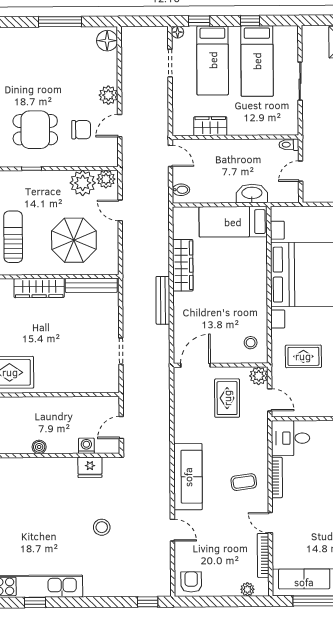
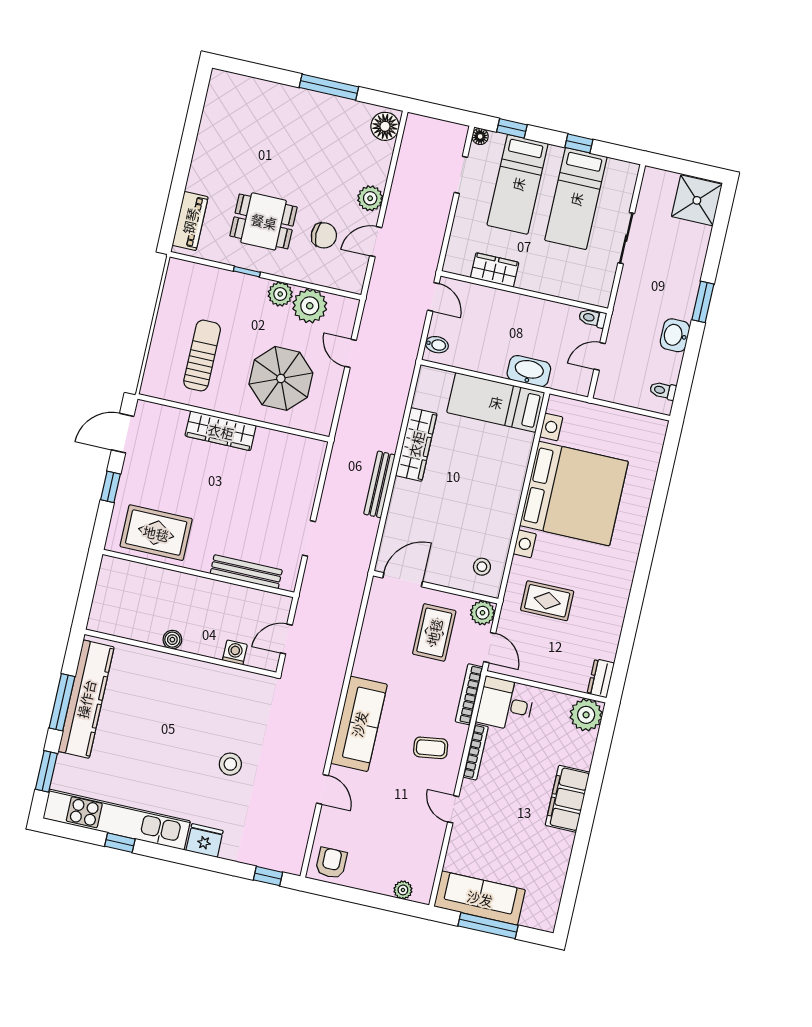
plant: (106, 179) -> (280, 294), moved
bench: (91, 285) -> (246, 572), moved
fridge: (90, 467) -> (205, 841), moved, turned 180
bookcase: (263, 555) -> (469, 694), moved

